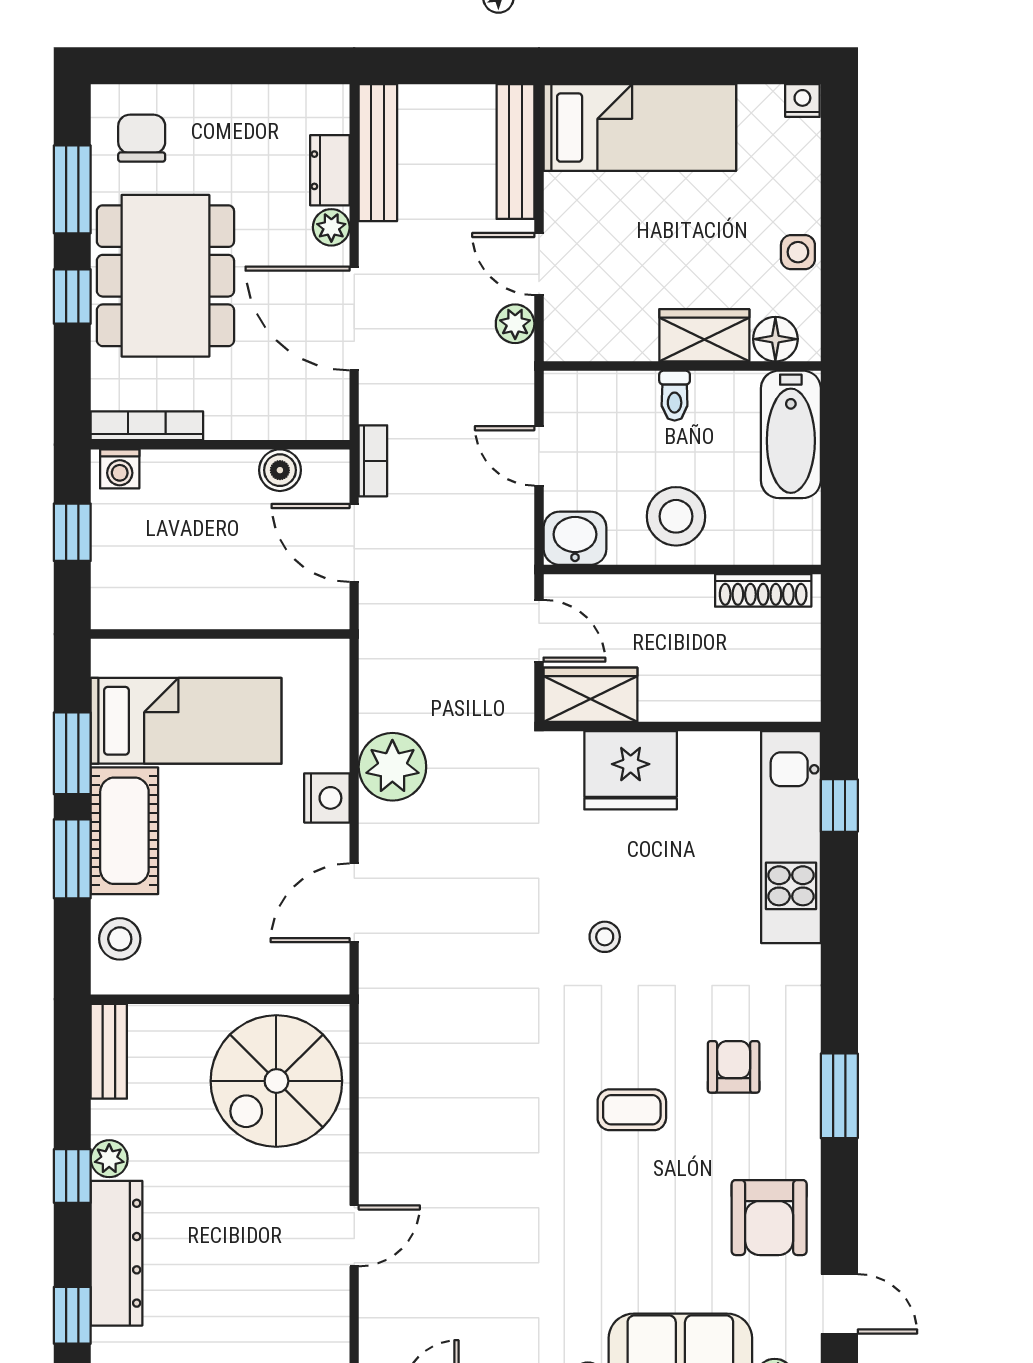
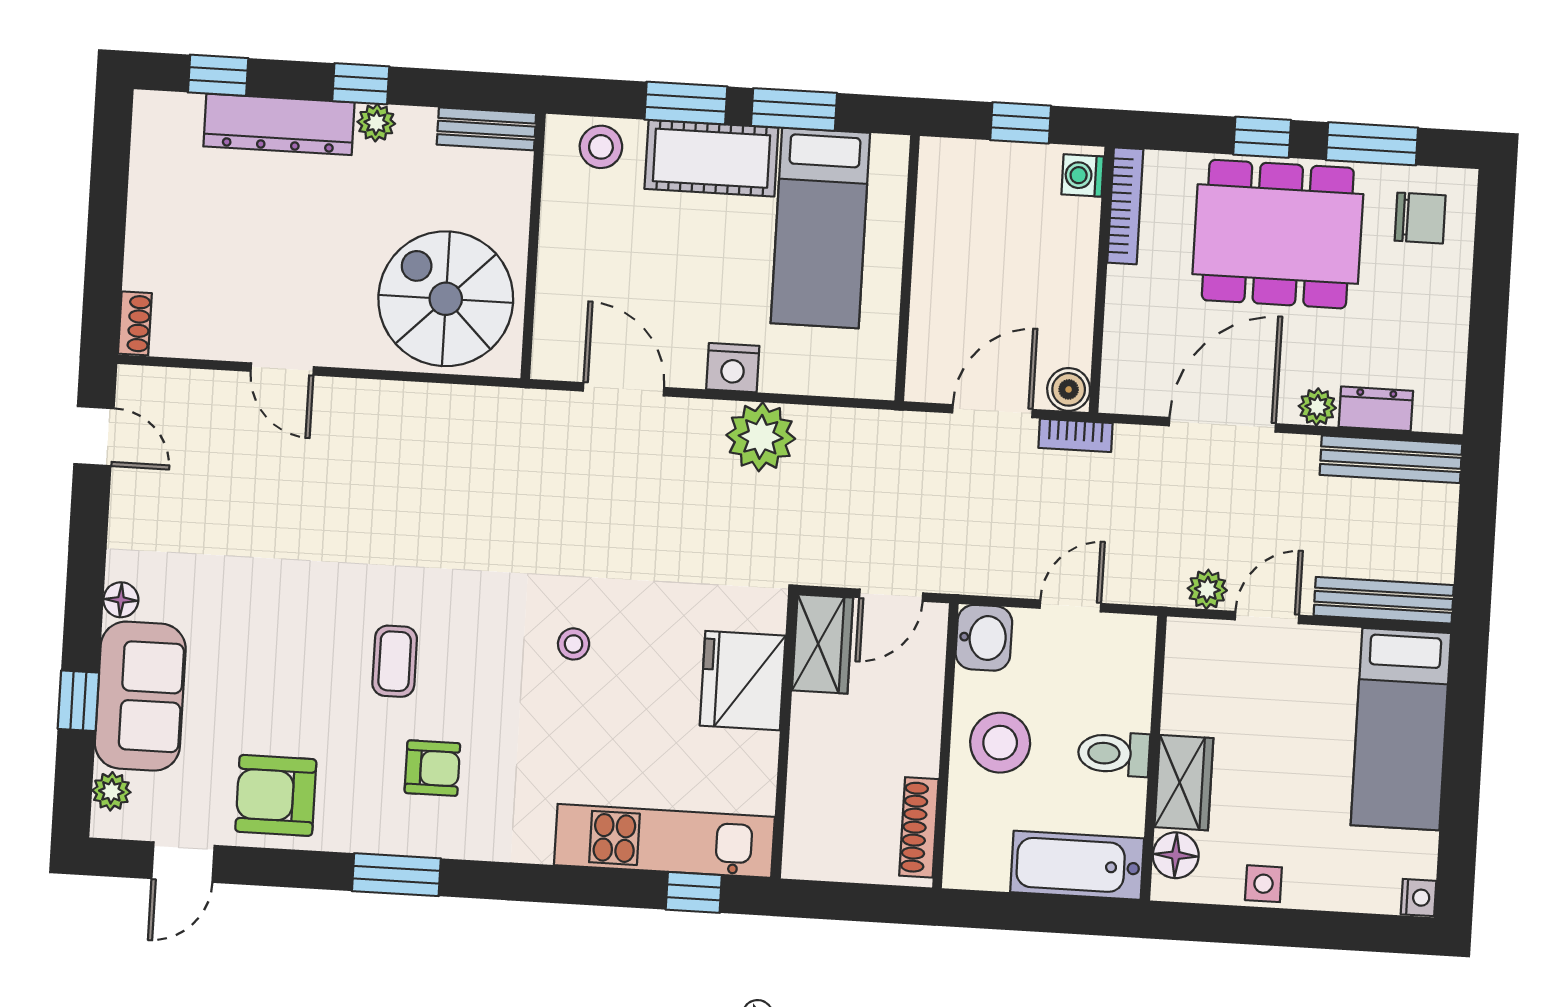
toilet: (675, 396) -> (1114, 754), width x1.37, depth x1.39
boiler: (280, 470) -> (1069, 389), moved

